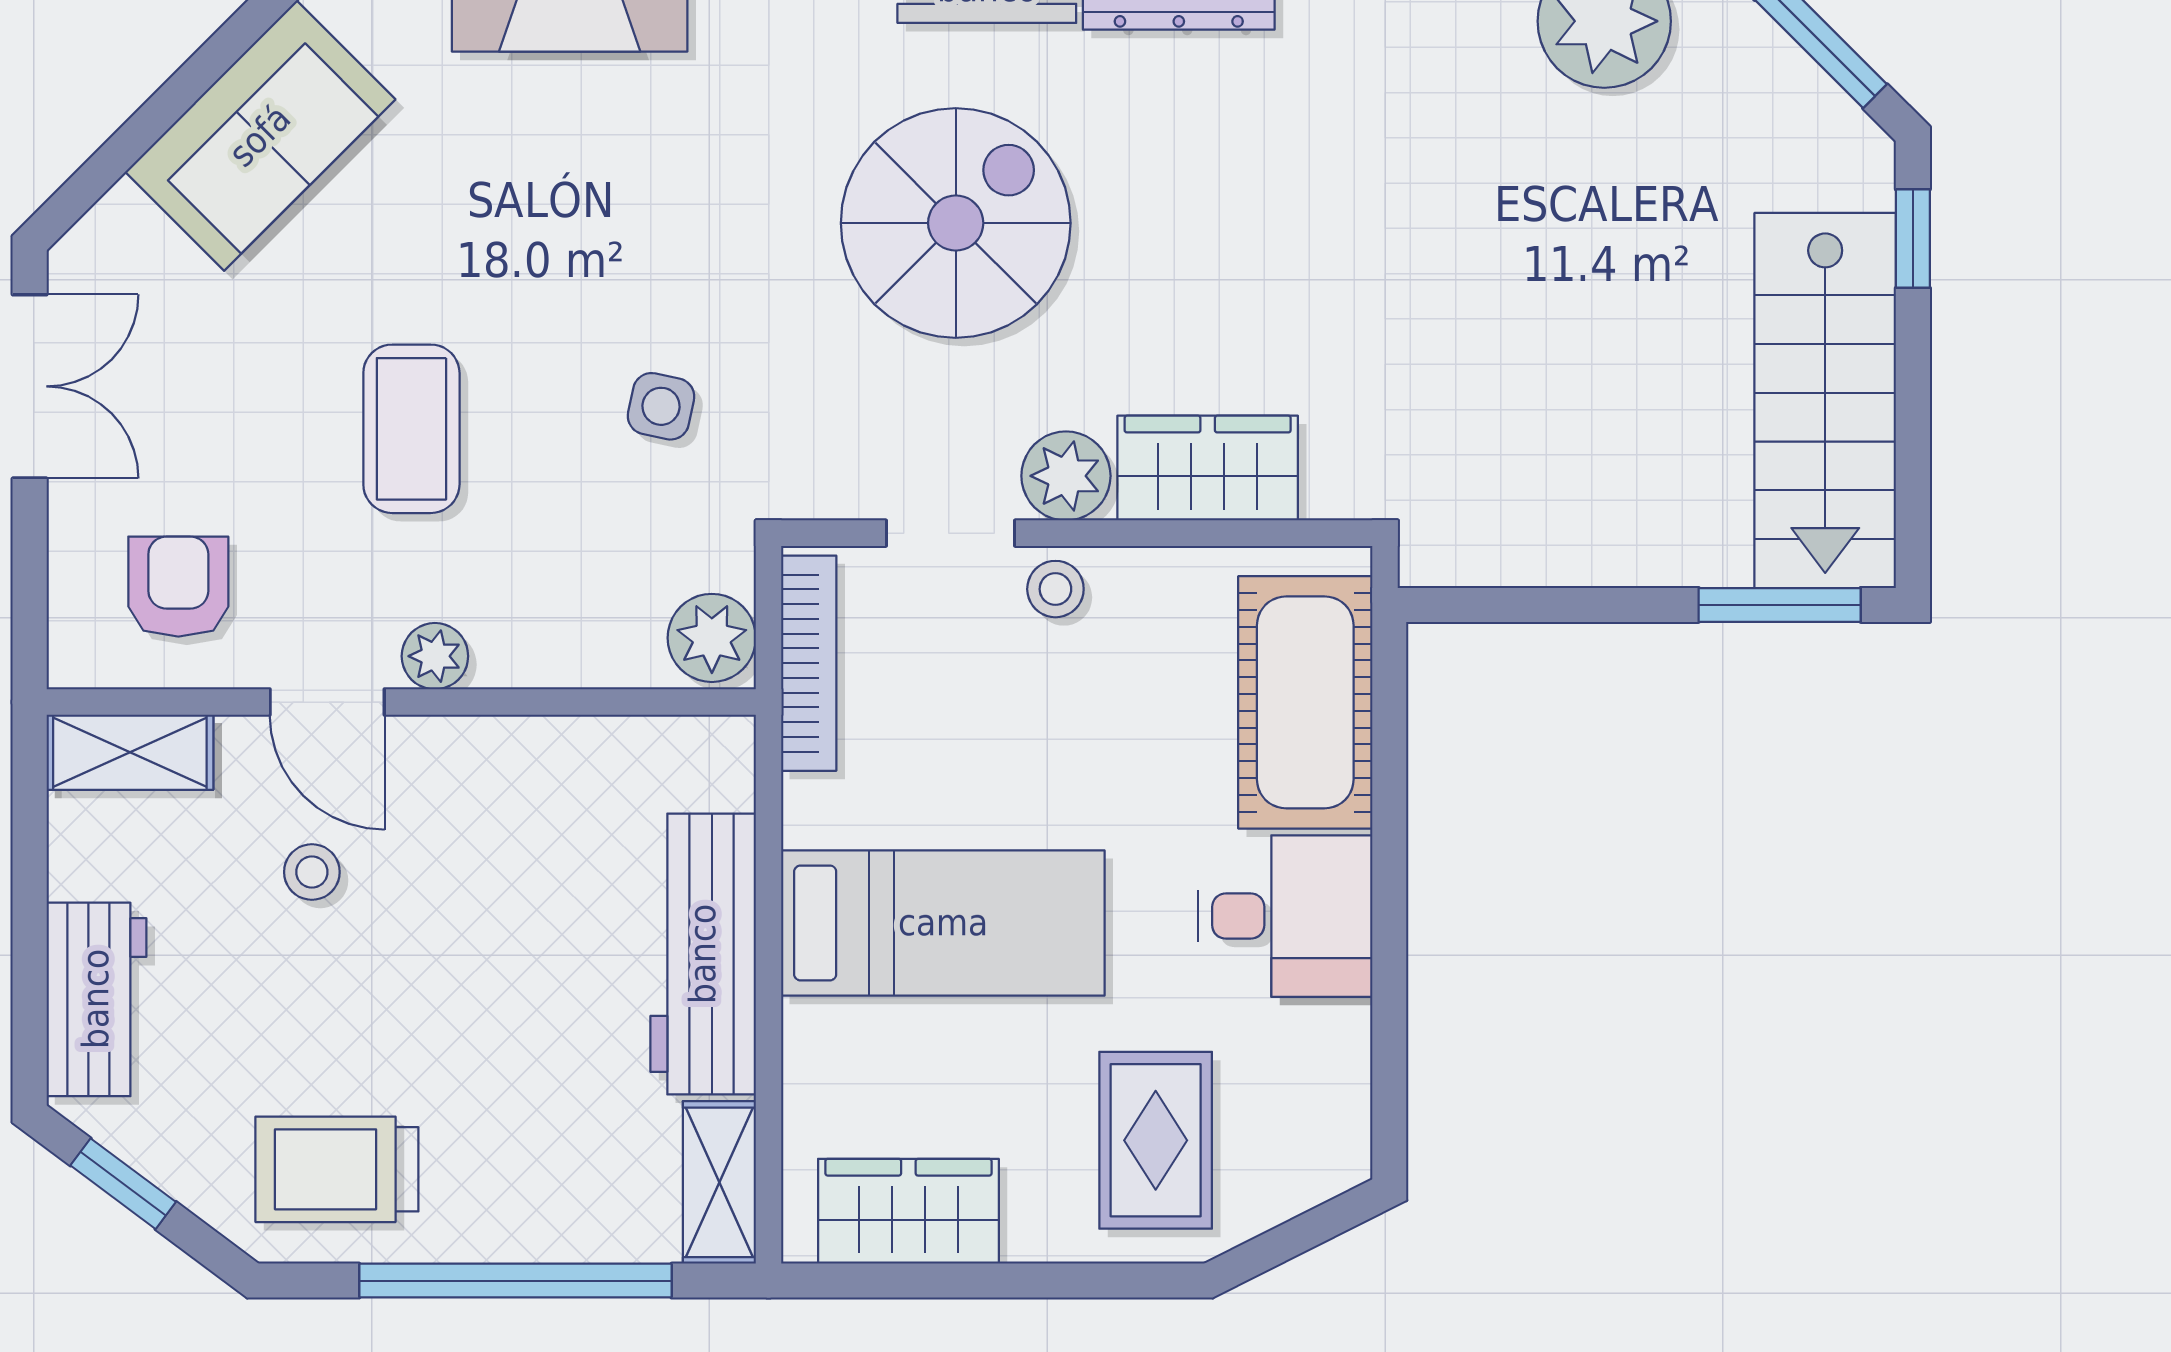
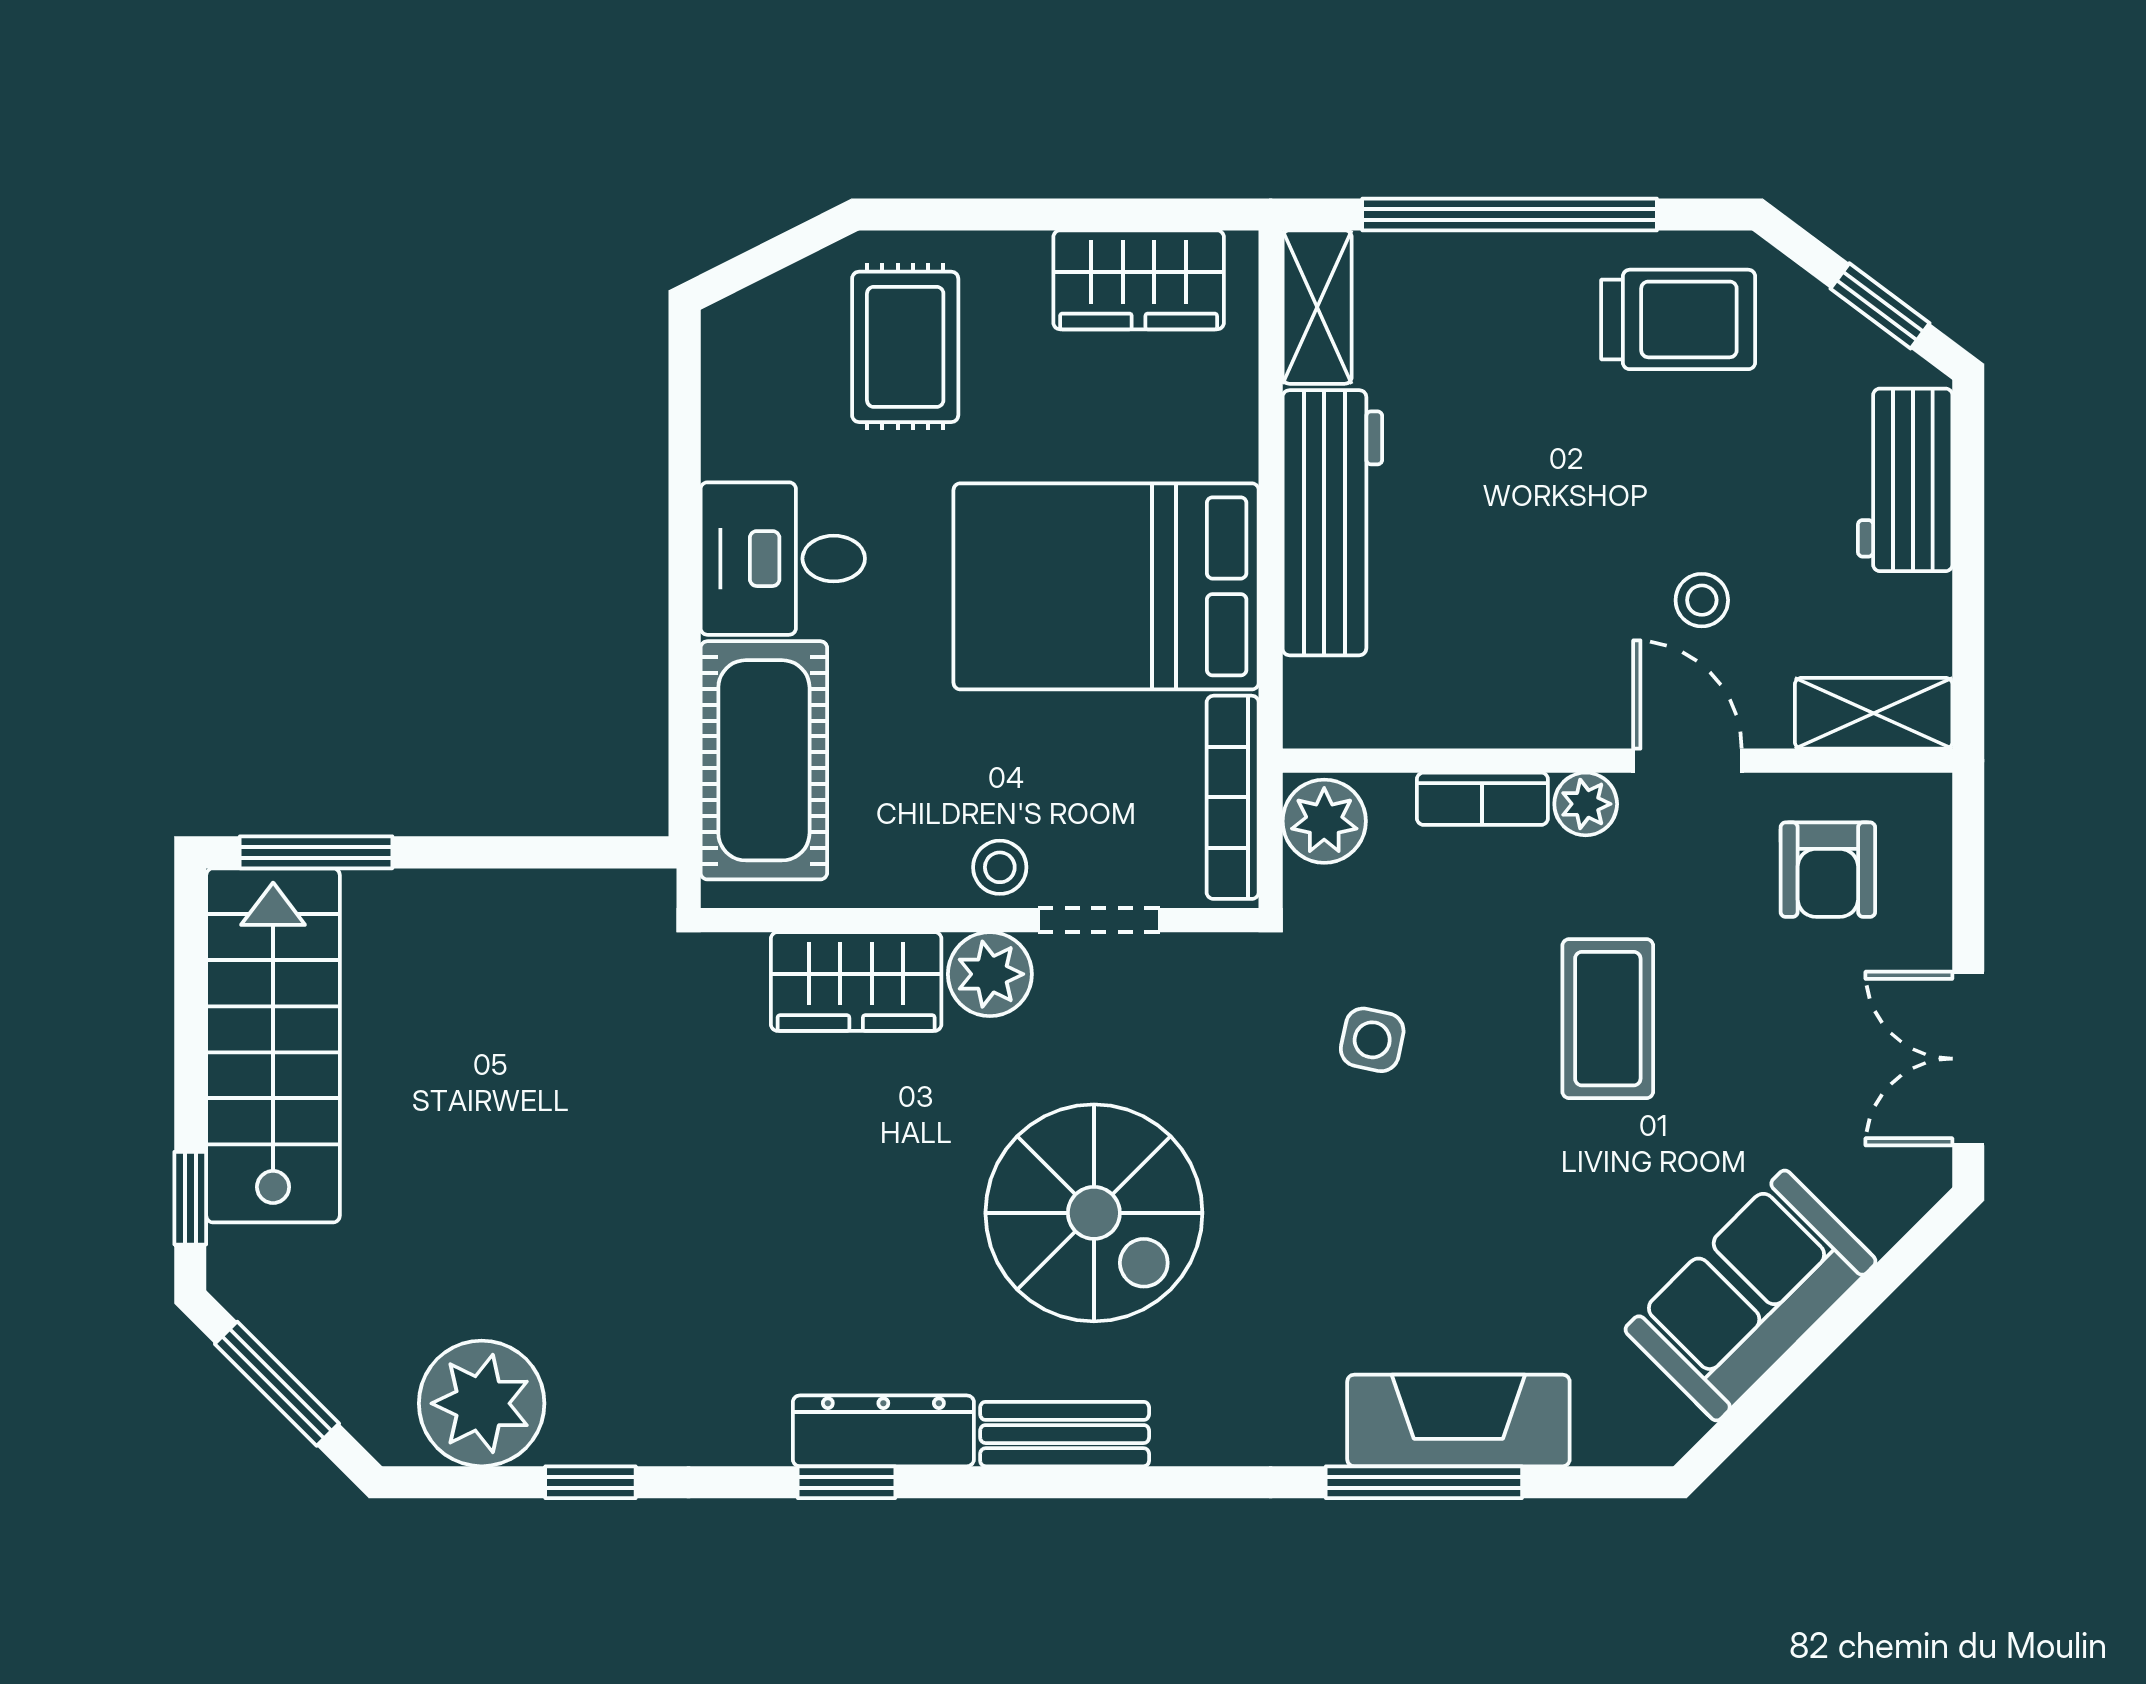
spiral stairs: (956, 223) -> (1094, 1213), turned -90
bookcase: (544, 662) -> (1482, 799), added
bed: (943, 923) -> (1106, 586), width x1.50

